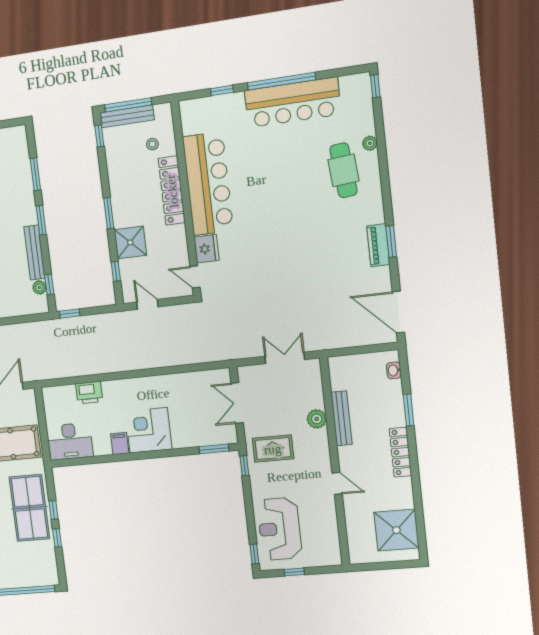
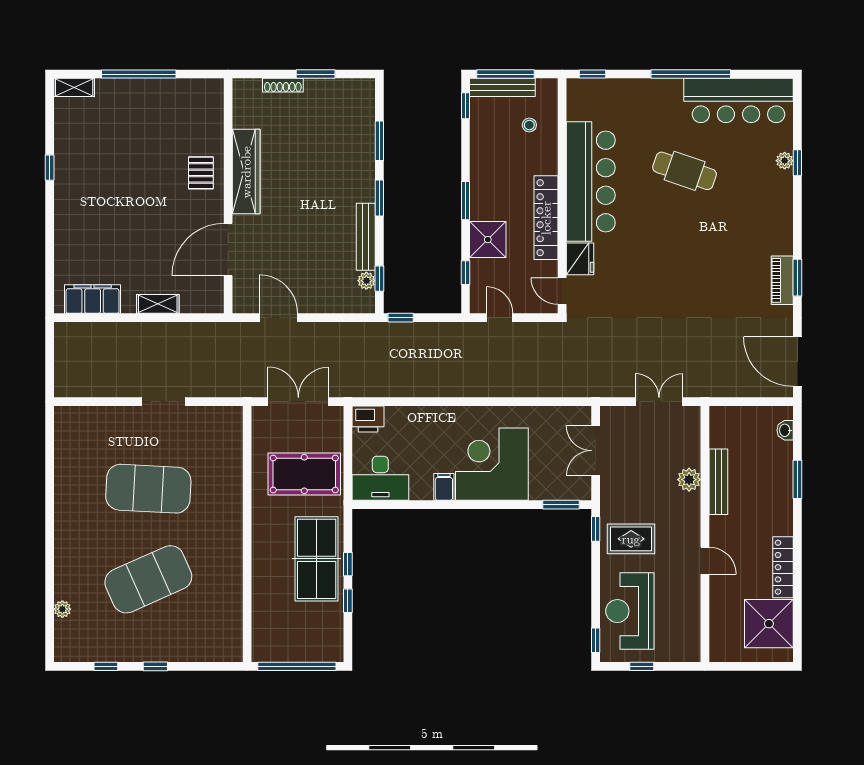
window: (375, 86) -> (797, 163), moved
window: (222, 90) -> (592, 74), moved
bar counter: (293, 102) -> (739, 100), moved
cafe table: (343, 170) -> (685, 171), moved, turned -66
locker: (172, 191) -> (546, 218), moved
printer: (89, 393) -> (368, 419), moved
corner desk: (149, 430) -> (492, 464), width x1.36, depth x1.36
rug: (273, 449) -> (631, 539), moved
locker: (400, 452) -> (783, 567), moved

